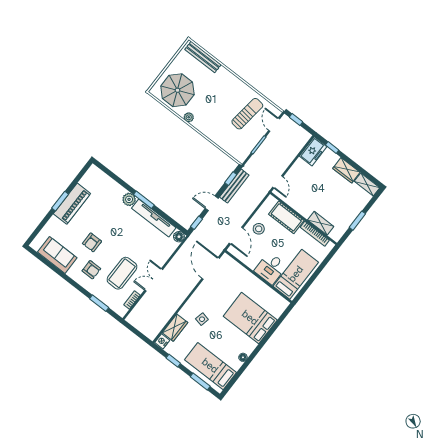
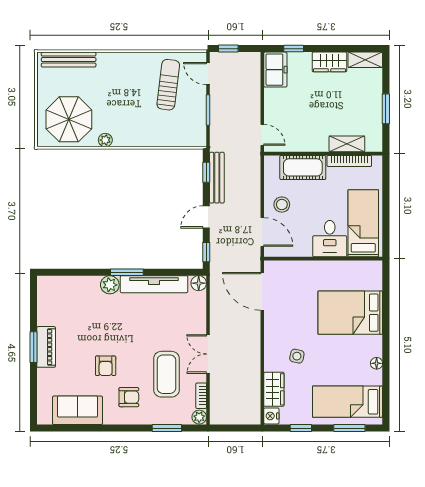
piano: (72, 204) -> (46, 347), width x0.73, depth x0.75
plant: (122, 311) -> (199, 417), added

